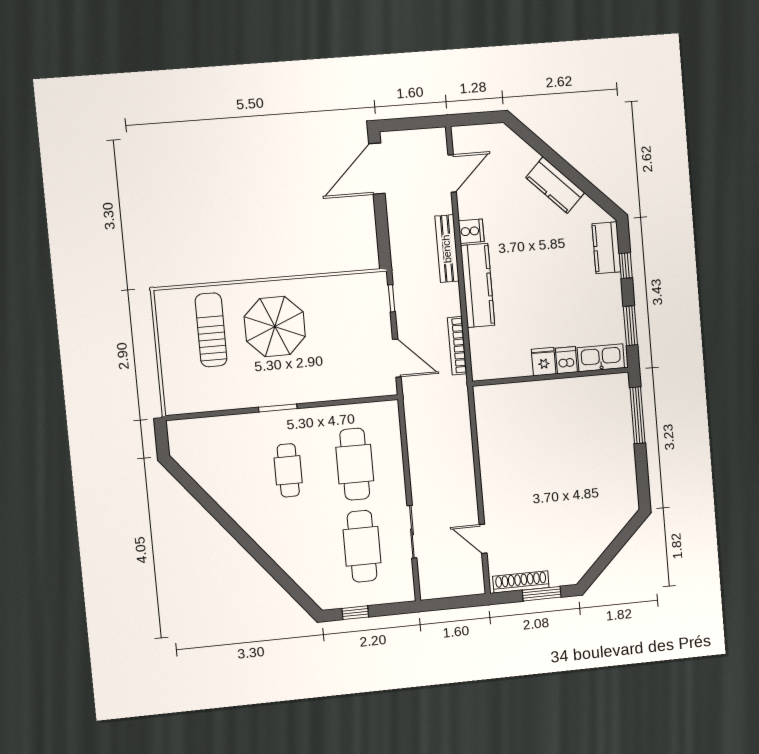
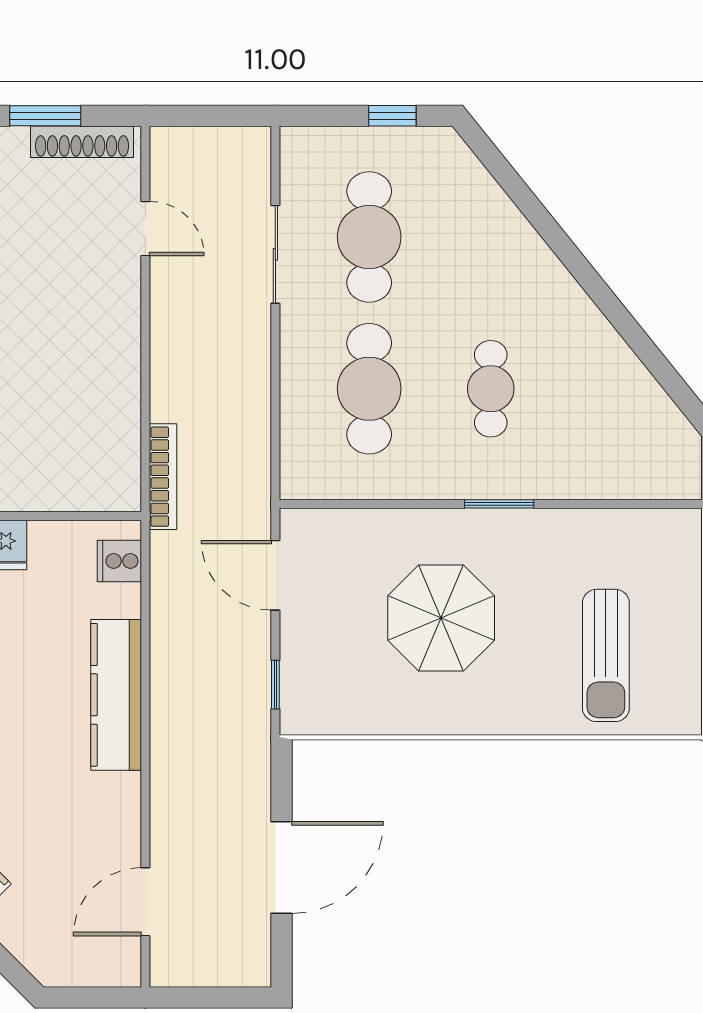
door: (377, 169) -> (282, 867), moved
cooker: (471, 231) -> (119, 561), moved
bench: (447, 249) -> (167, 766), removed
parasol: (275, 327) -> (441, 618), moved
bookcase: (457, 346) -> (163, 477), moved

